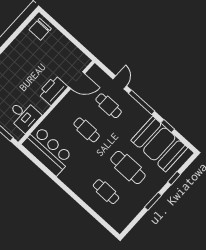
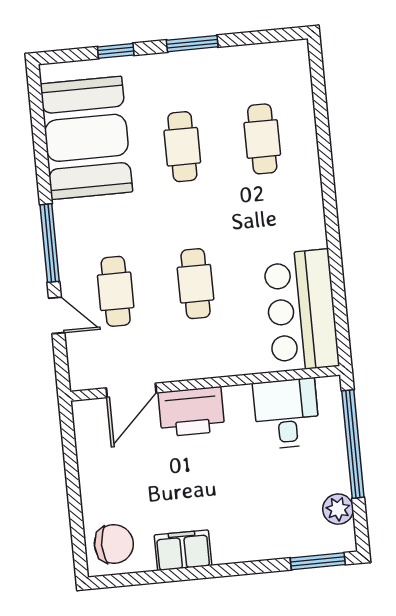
filing cabinet: (18, 46) -> (183, 550), added
door: (77, 80) -> (131, 390), swing flipped
door: (120, 82) -> (57, 315), swing flipped
window: (168, 126) -> (41, 157), removed
cafe table: (128, 168) -> (182, 147), width x0.73, depth x0.74

